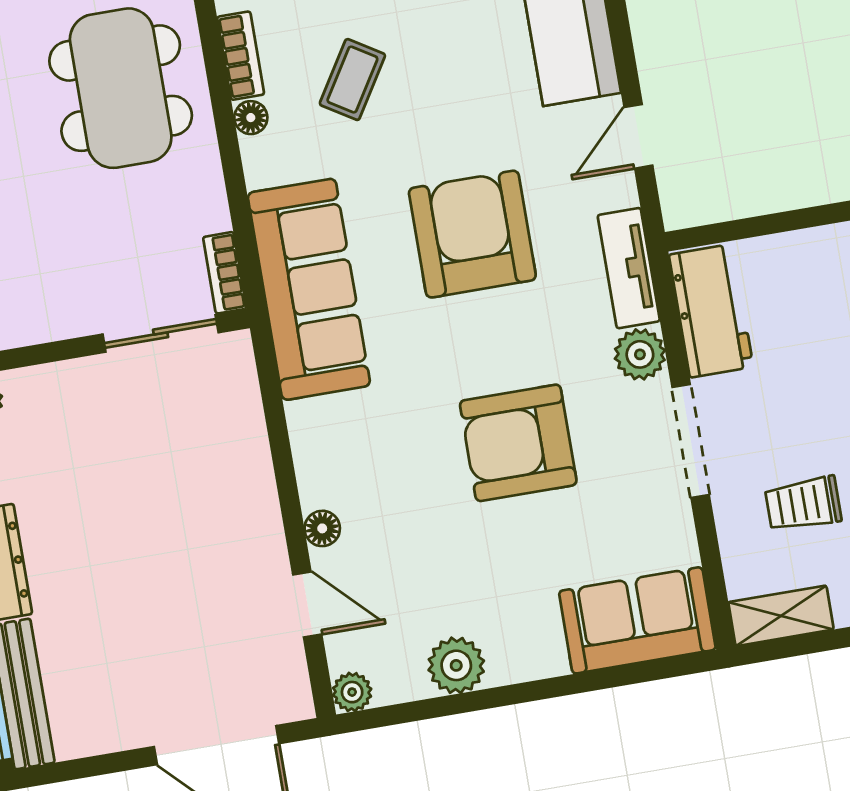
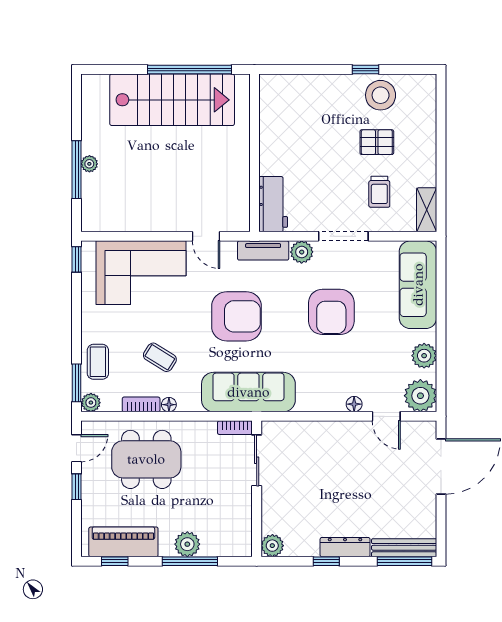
armchair: (472, 234) -> (236, 316), turned 180
workbench: (711, 311) -> (273, 204), moved, turned 90
door: (307, 605) -> (386, 416), swing flipped
sofa: (637, 620) -> (418, 285), width x1.36
plant: (352, 692) -> (420, 396), width x1.88, depth x1.88

